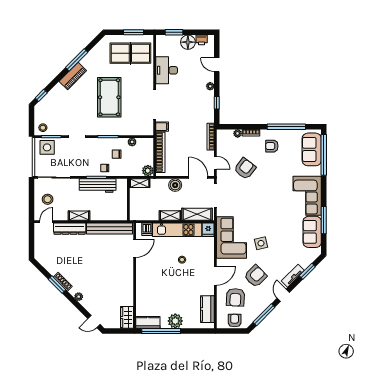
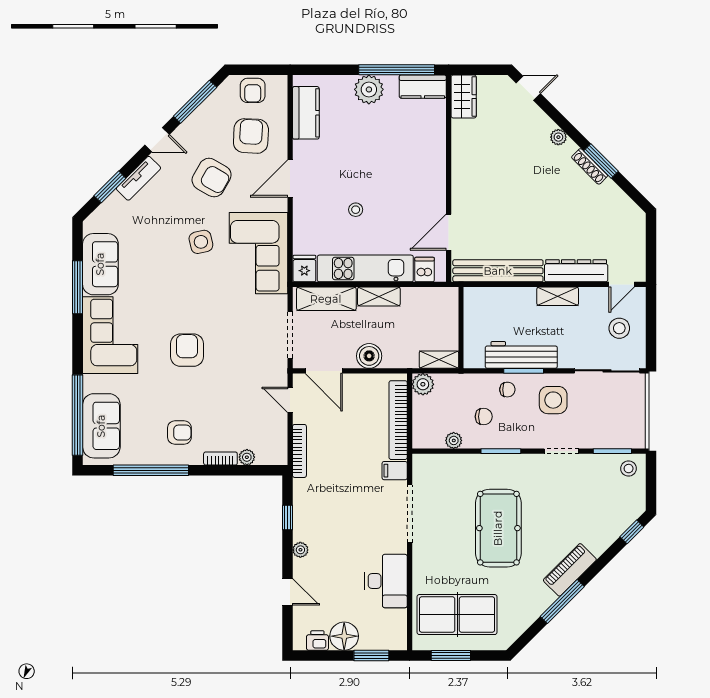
side table: (47, 147) -> (553, 400), moved
armchair: (245, 169) -> (187, 350), moved, turned 142
armchair: (256, 276) -> (212, 178), turned -105
door: (283, 295) -> (157, 140), hinge flipped

